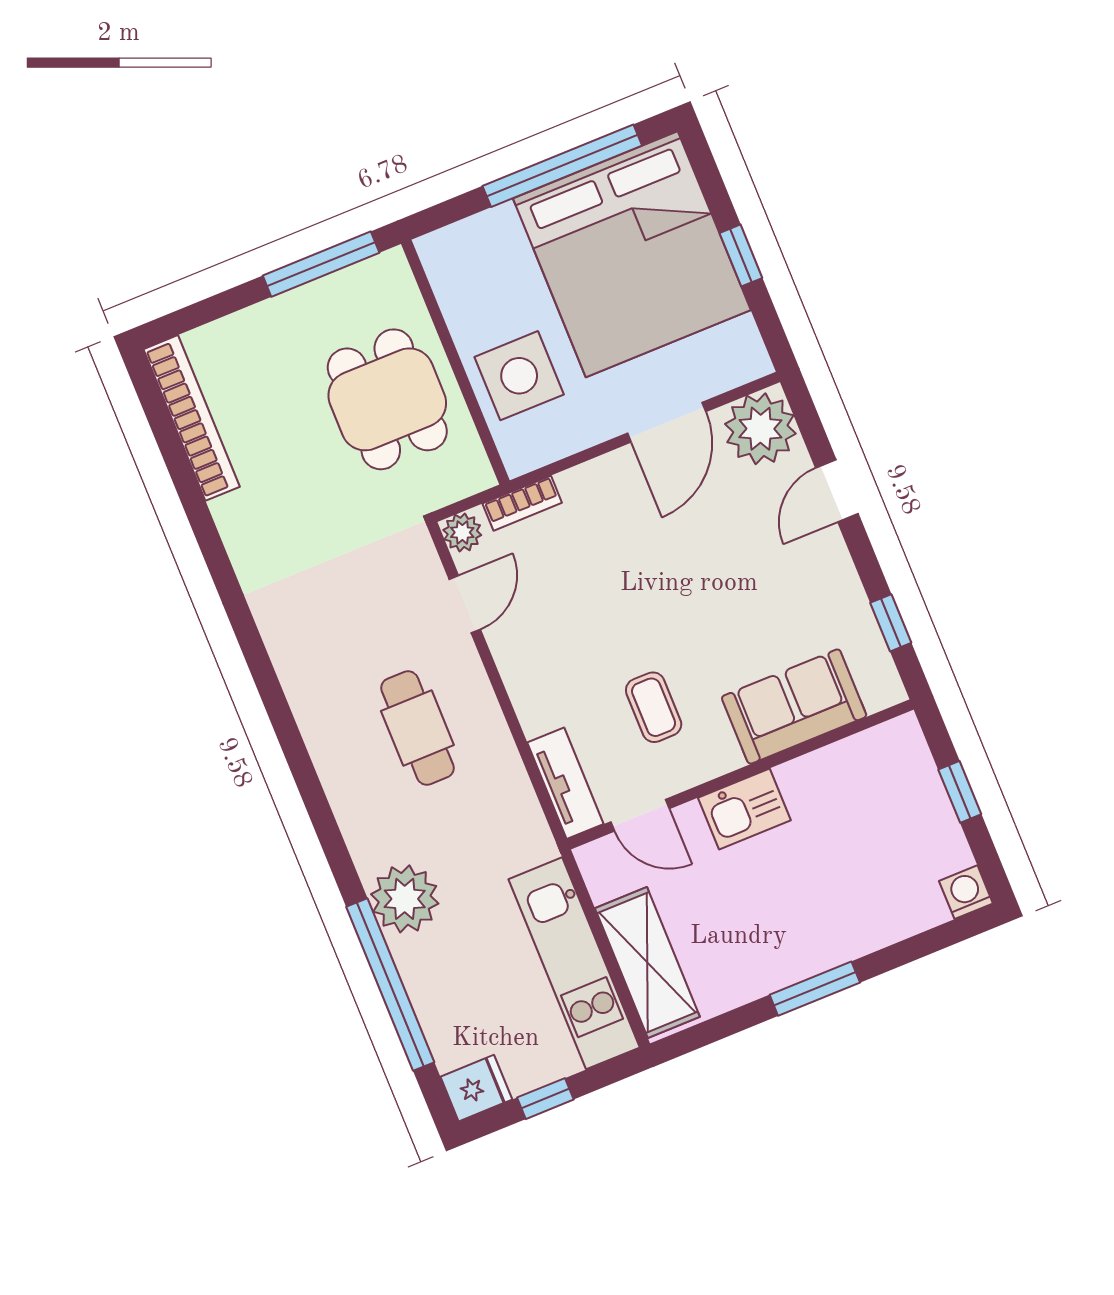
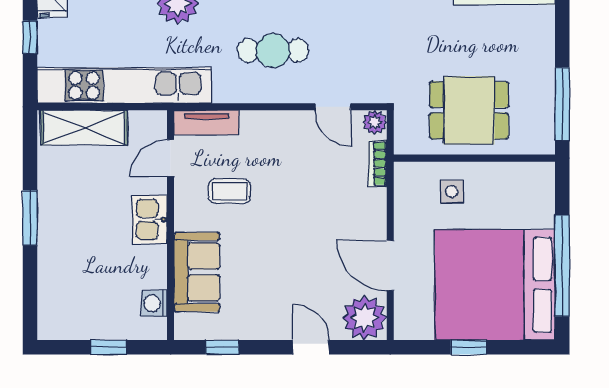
side table: (519, 376) -> (452, 192), width x0.54, depth x0.54
washing machine: (966, 892) -> (154, 303), moved, turned 180
kitchen unit: (574, 963) -> (124, 85), width x1.36

